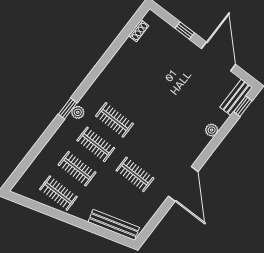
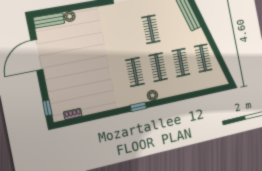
window: (185, 31) -> (47, 108), moved
window: (243, 106) -> (50, 11), removed
window: (68, 109) -> (138, 107), moved
plant: (212, 130) -> (70, 16), moved

